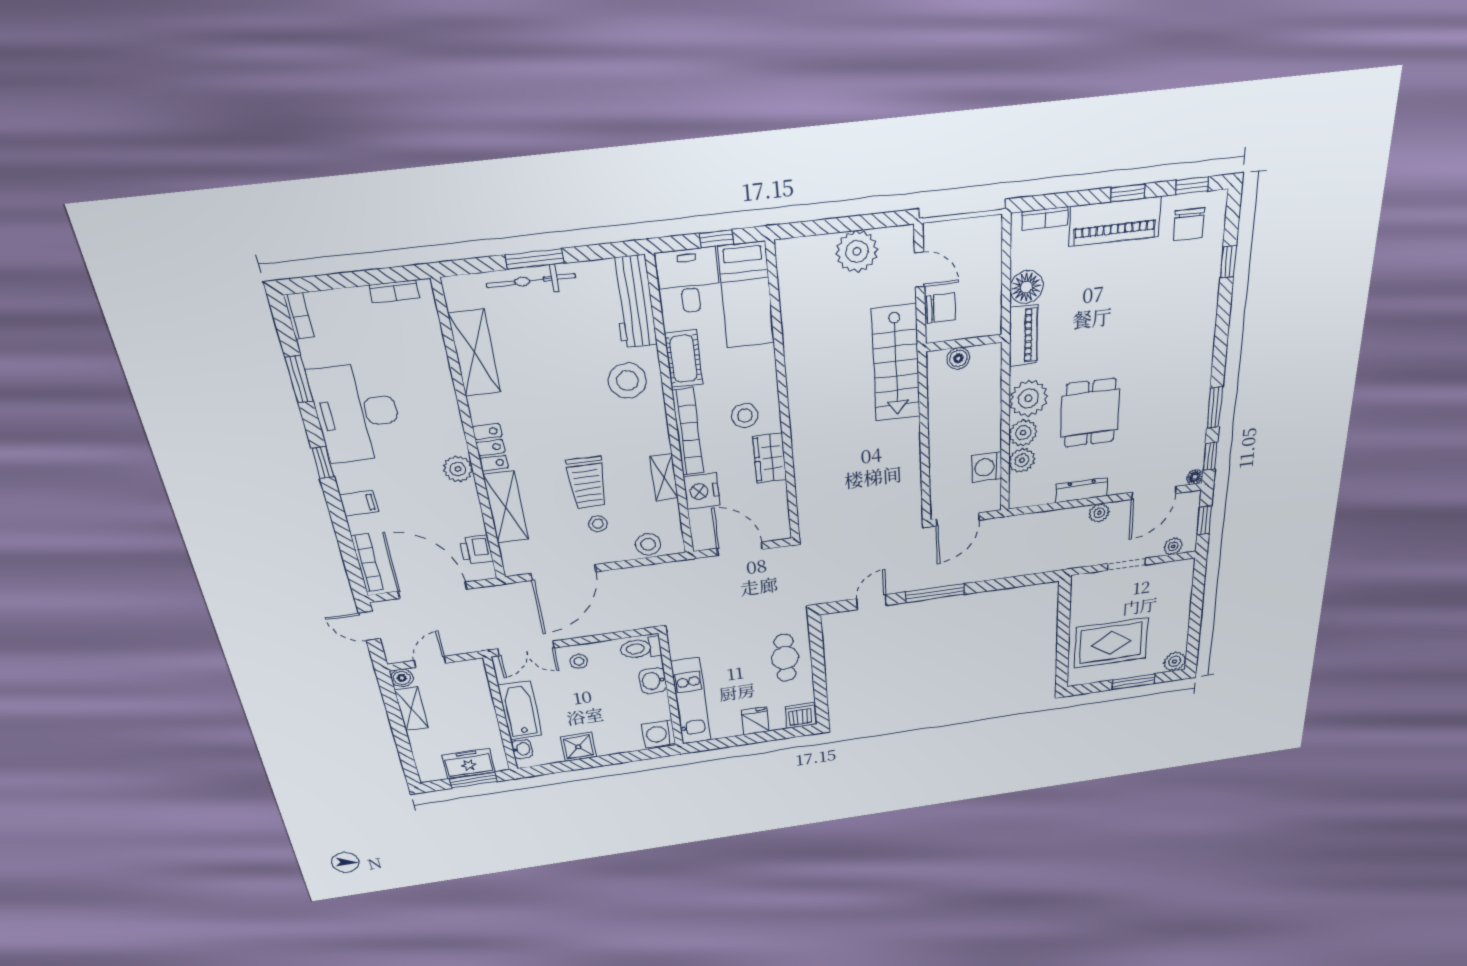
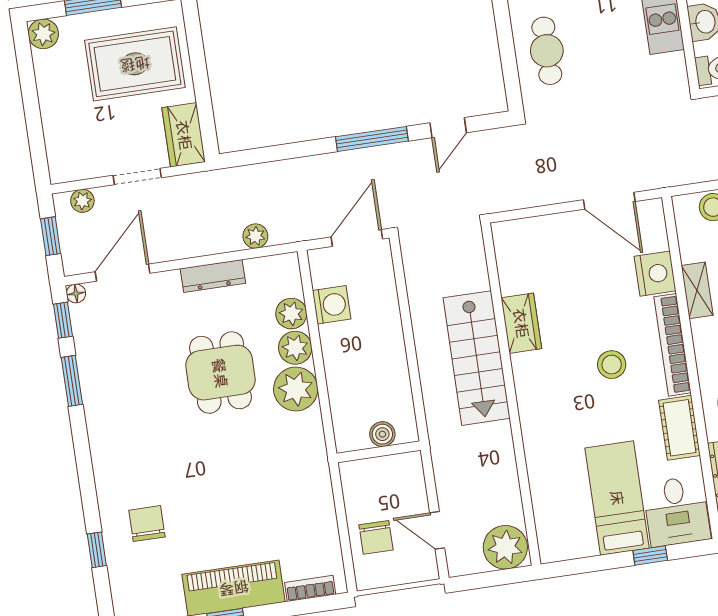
chair: (1189, 224) -> (147, 524), moved
floor lamp: (1026, 287) -> (319, 515), removed
chair: (941, 308) -> (376, 537), moved, turned -90
piano: (1023, 336) -> (313, 461), removed
stairs: (896, 363) -> (477, 358), moved, turned 180
wall: (783, 398) -> (511, 394), moved
wardrobe: (770, 458) -> (521, 323), moved
plant: (1099, 513) -> (255, 236), moved
wardrobe: (1084, 594) -> (184, 135), added

